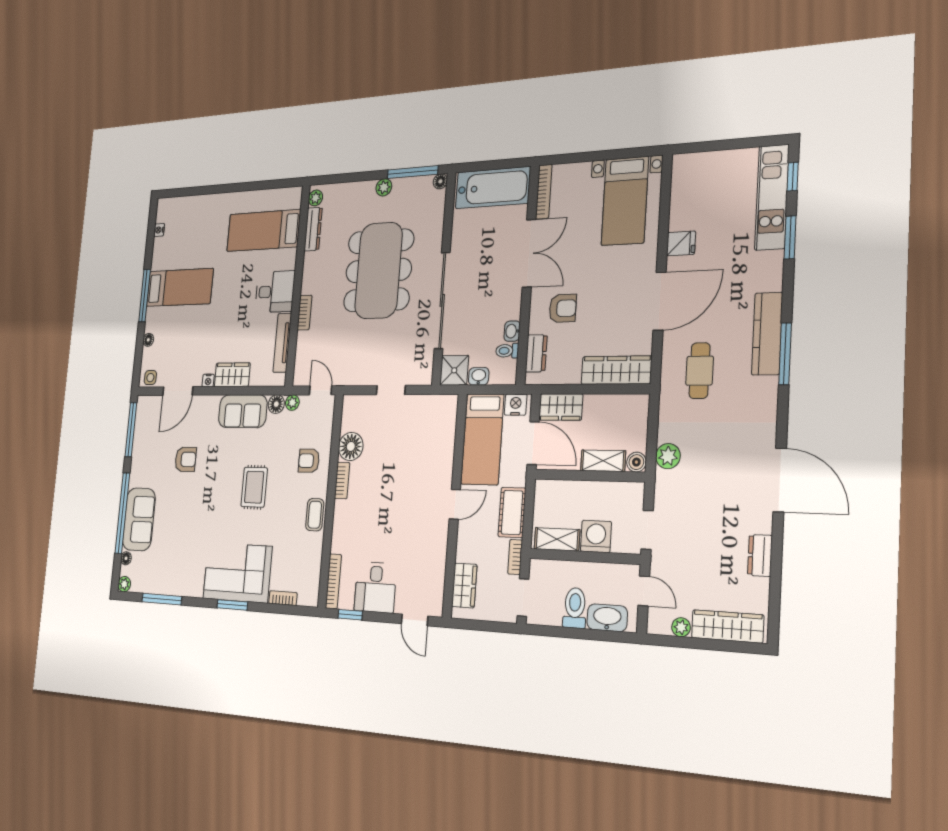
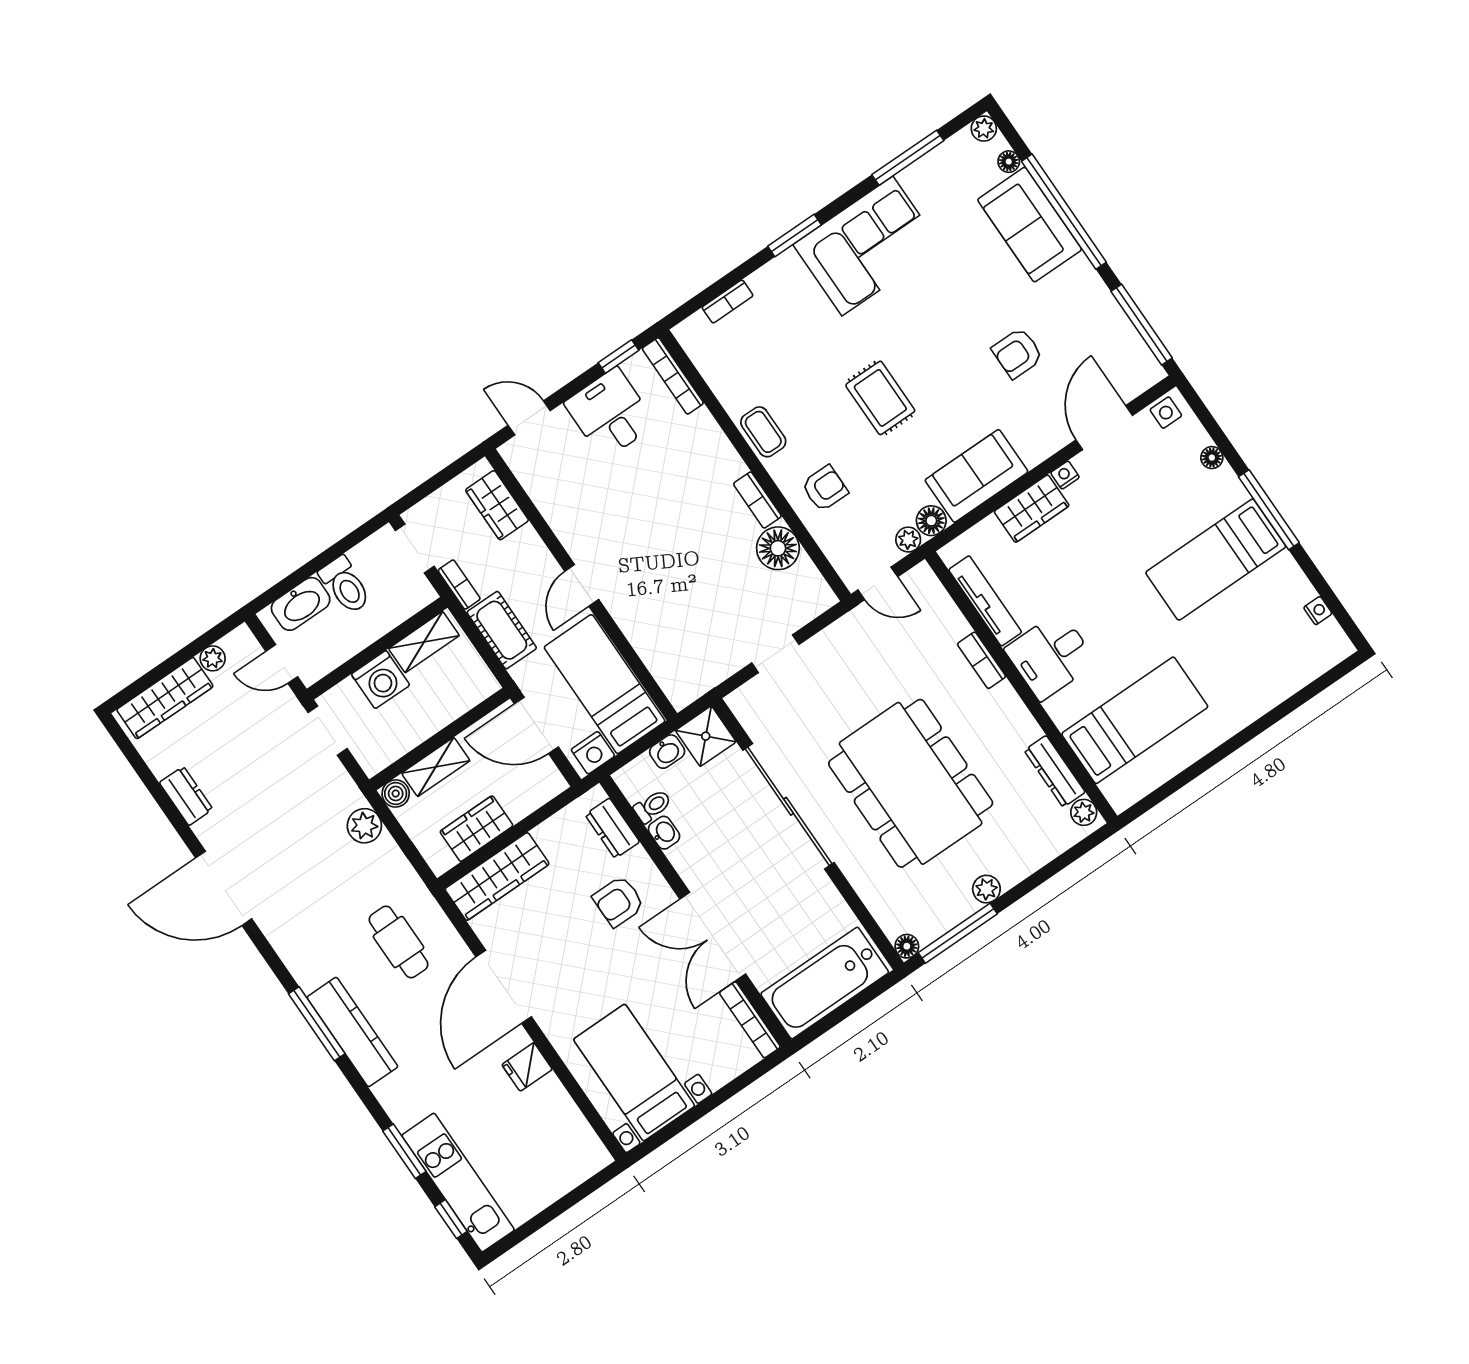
wardrobe: (561, 407) -> (476, 829), moved
corner sofa: (237, 573) -> (867, 246), moved

